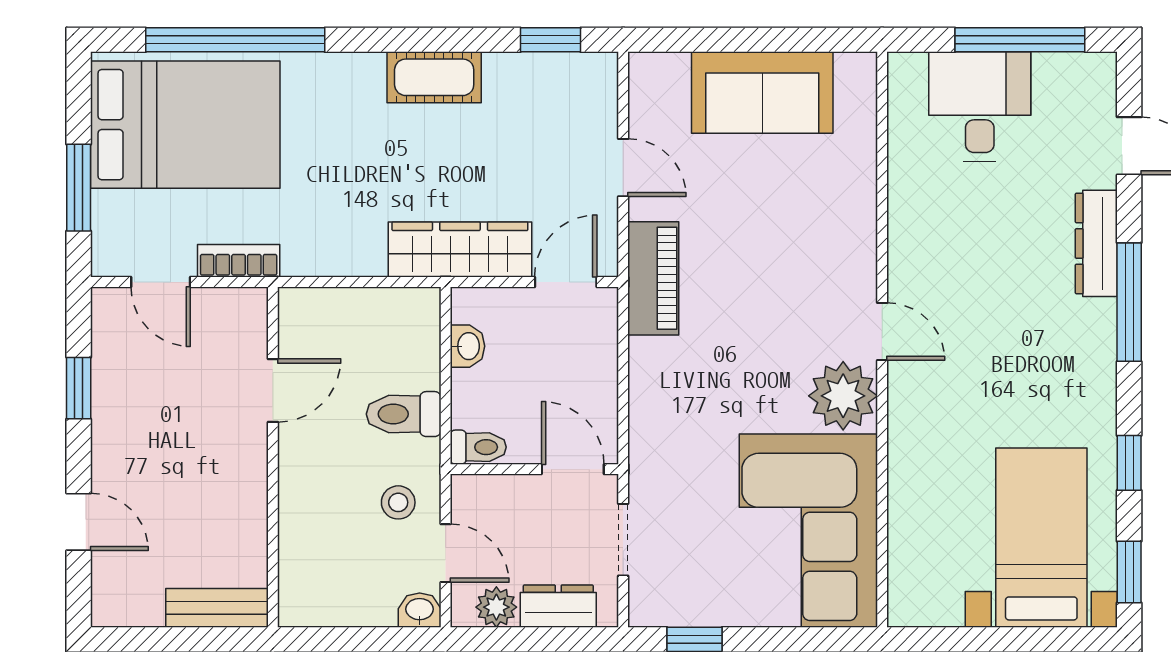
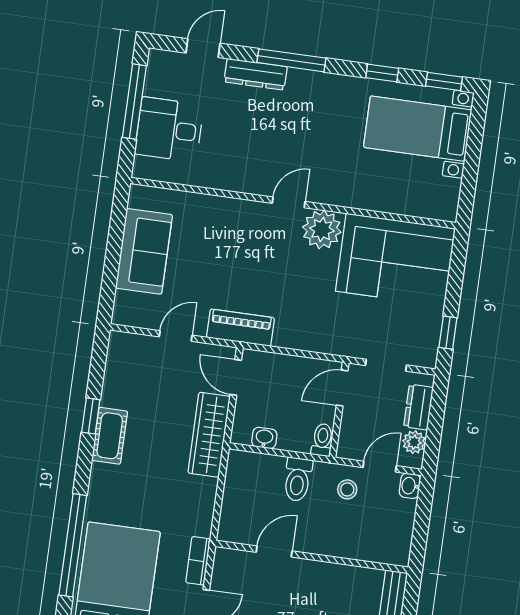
window: (550, 40) -> (91, 416), moved
door: (273, 390) -> (274, 552), hinge flipped

